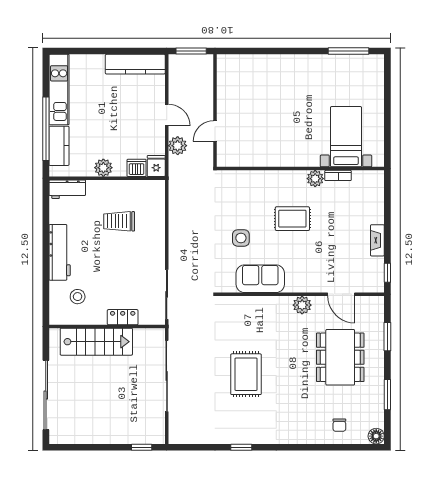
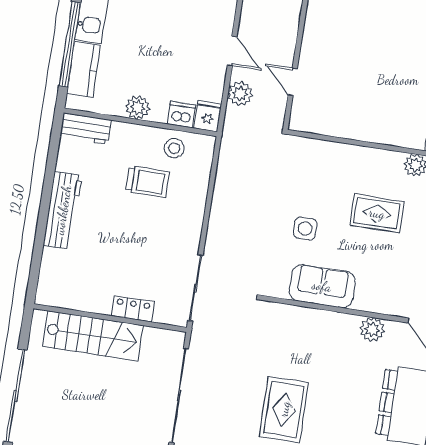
door: (215, 131) -> (293, 82), hinge flipped
trolley: (119, 221) -> (148, 182), turned 180
stool: (78, 297) -> (174, 148), moved

